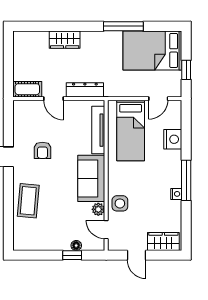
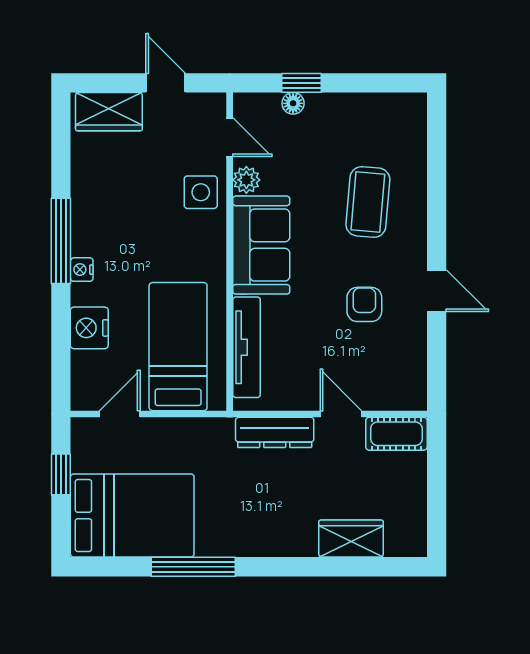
wardrobe: (65, 40) -> (351, 539), moved
nightstand: (176, 194) -> (82, 270), moved
coffee table: (28, 201) -> (368, 202), moved

